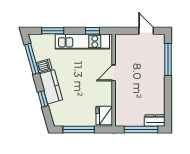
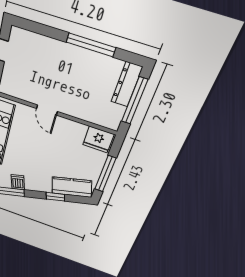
window: (168, 59) -> (91, 45), moved
kitchen counter: (51, 87) -> (72, 187), moved
dresser: (155, 121) -> (127, 84), width x1.44

